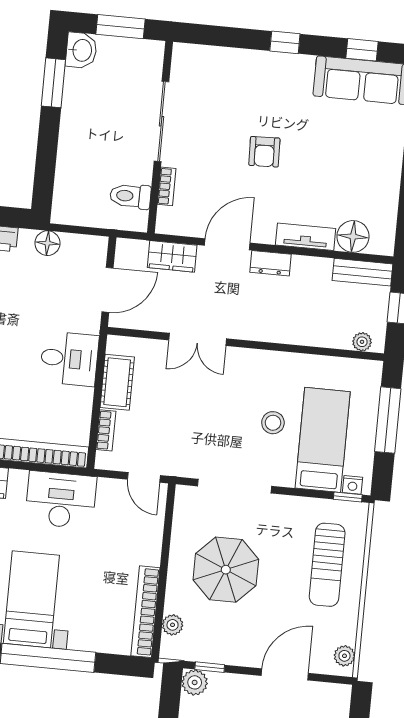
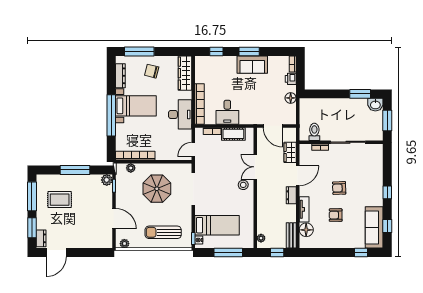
armchair: (326, 166) -> (336, 215), added
door: (227, 244) -> (298, 176), hinge flipped
desk: (69, 359) -> (227, 112), moved
stool: (273, 423) -> (243, 185), moved

